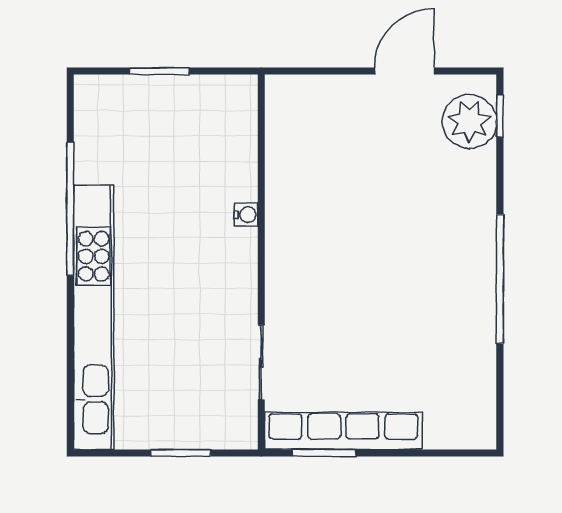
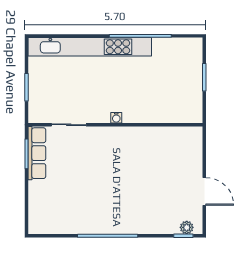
plant: (469, 122) -> (187, 227), width x0.53, depth x0.53
water cooler: (246, 215) -> (116, 118), moved
row of seats: (343, 431) -> (37, 153), width x0.73

